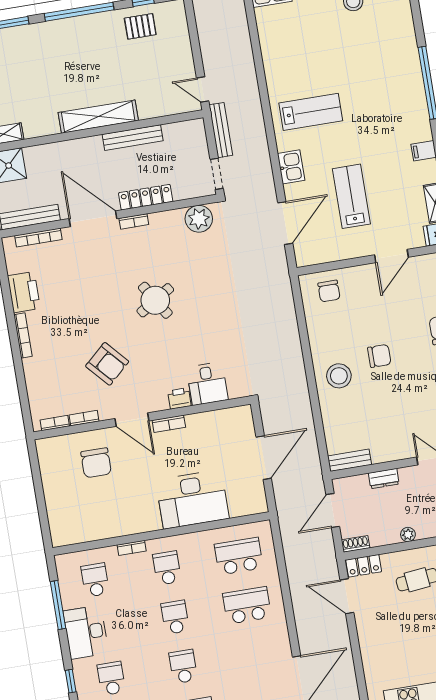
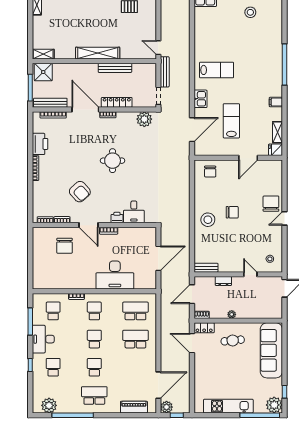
round table: (155, 300) -> (113, 161), turned 32

